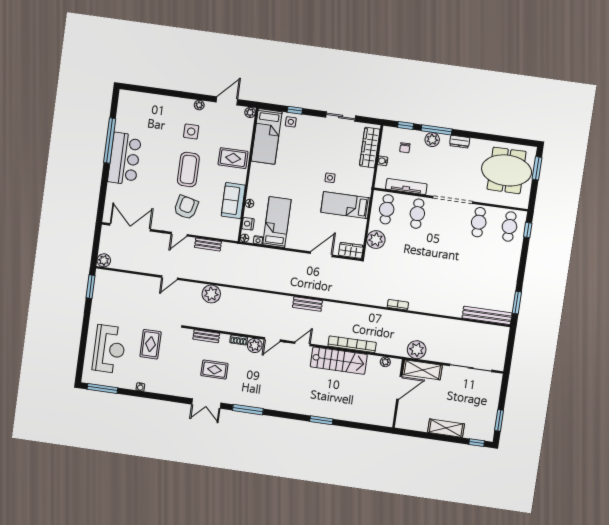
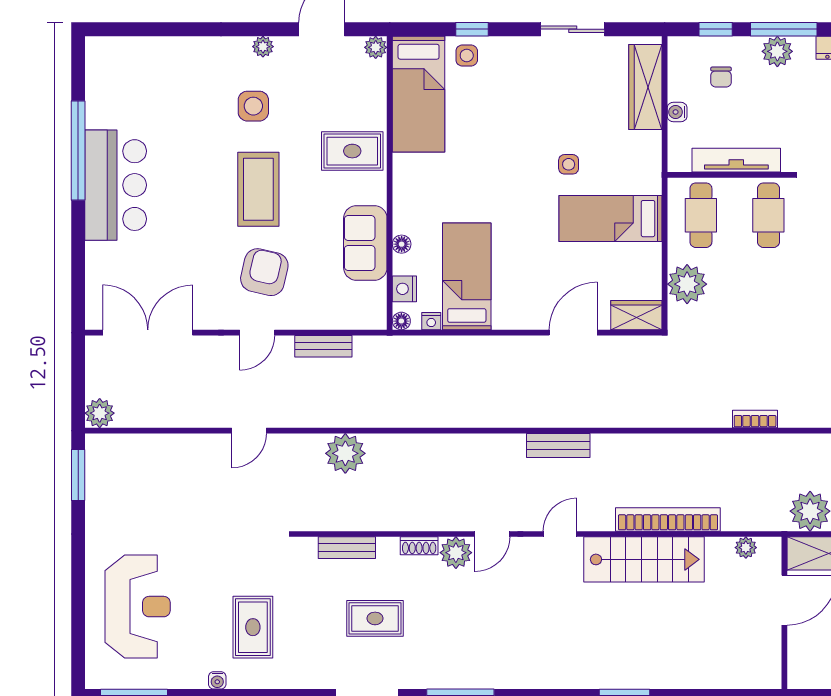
rug: (151, 344) -> (253, 627), moved

